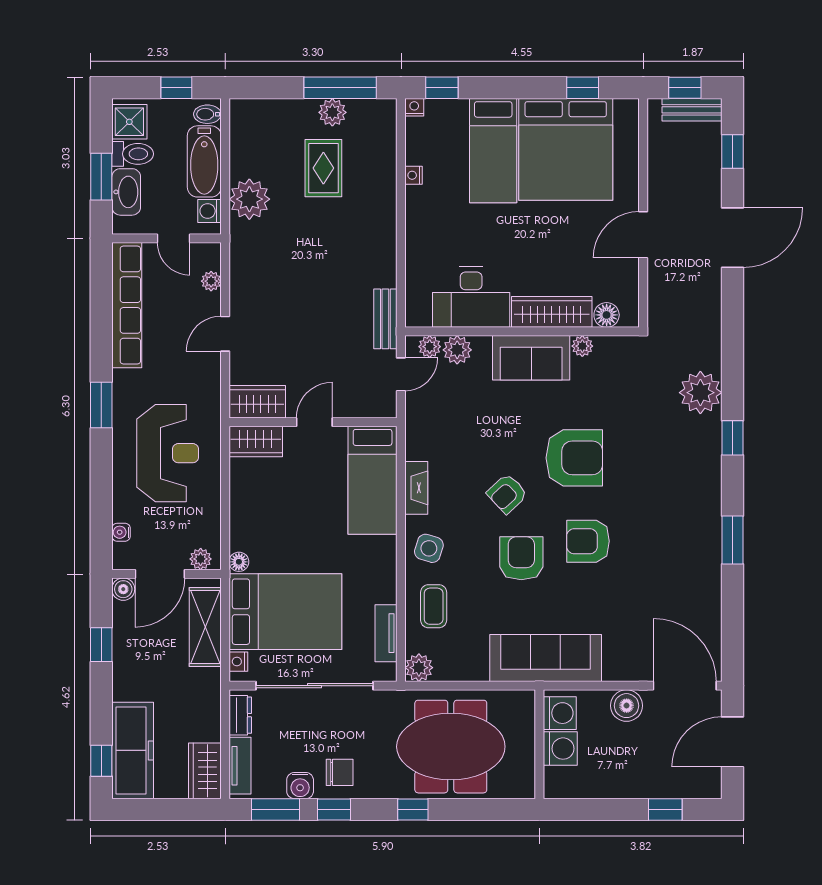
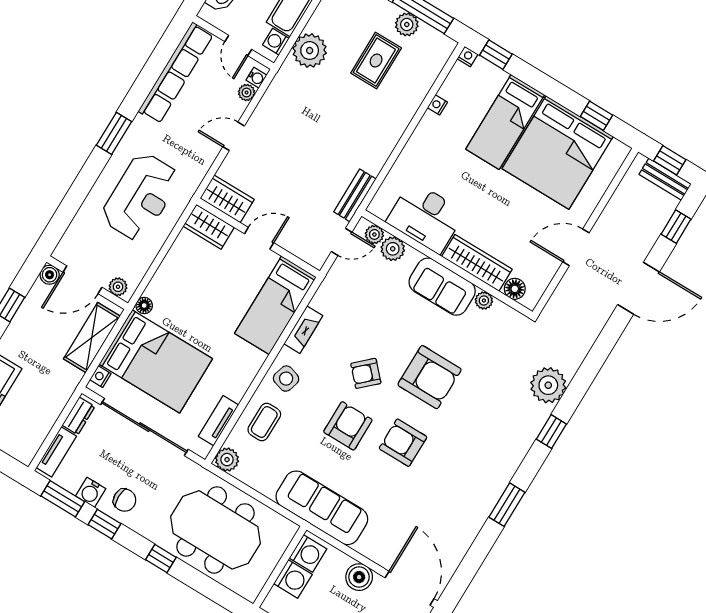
water cooler: (121, 532) -> (256, 78), moved, turned 180
wardrobe: (205, 771) -> (29, 440), removed

